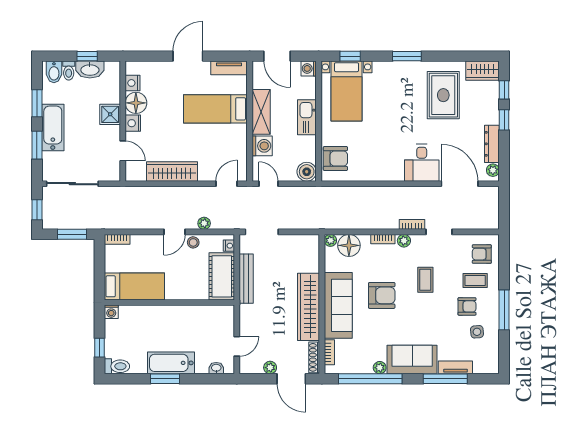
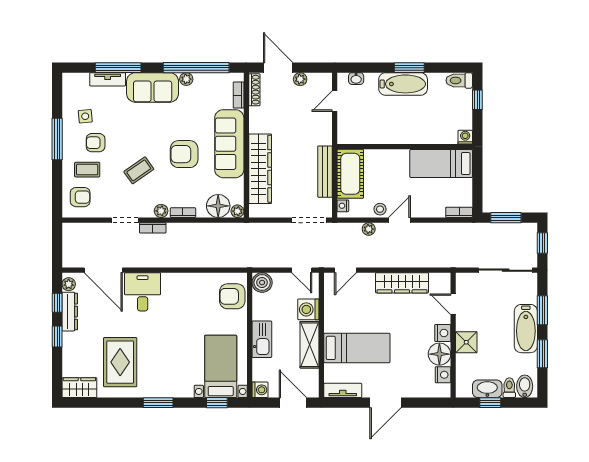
window: (504, 90) -> (57, 303), moved
coffee table: (425, 280) -> (139, 170), turned 55
wardrobe: (309, 307) -> (260, 169), moved

